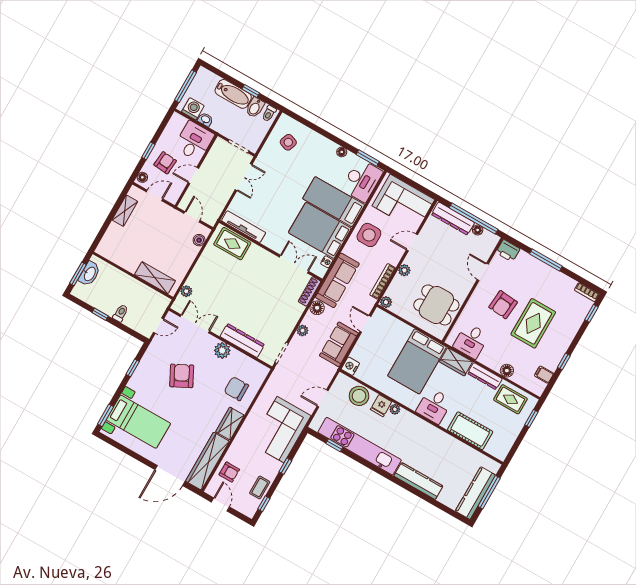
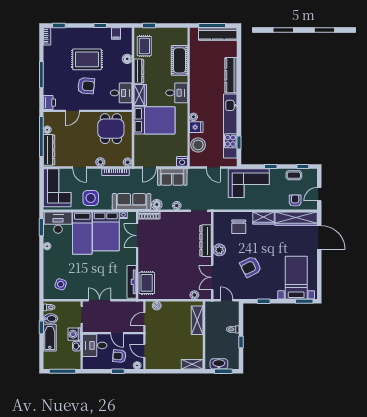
washing machine: (193, 109) -> (74, 334), moved
shelving: (125, 211) -> (192, 364), moved

